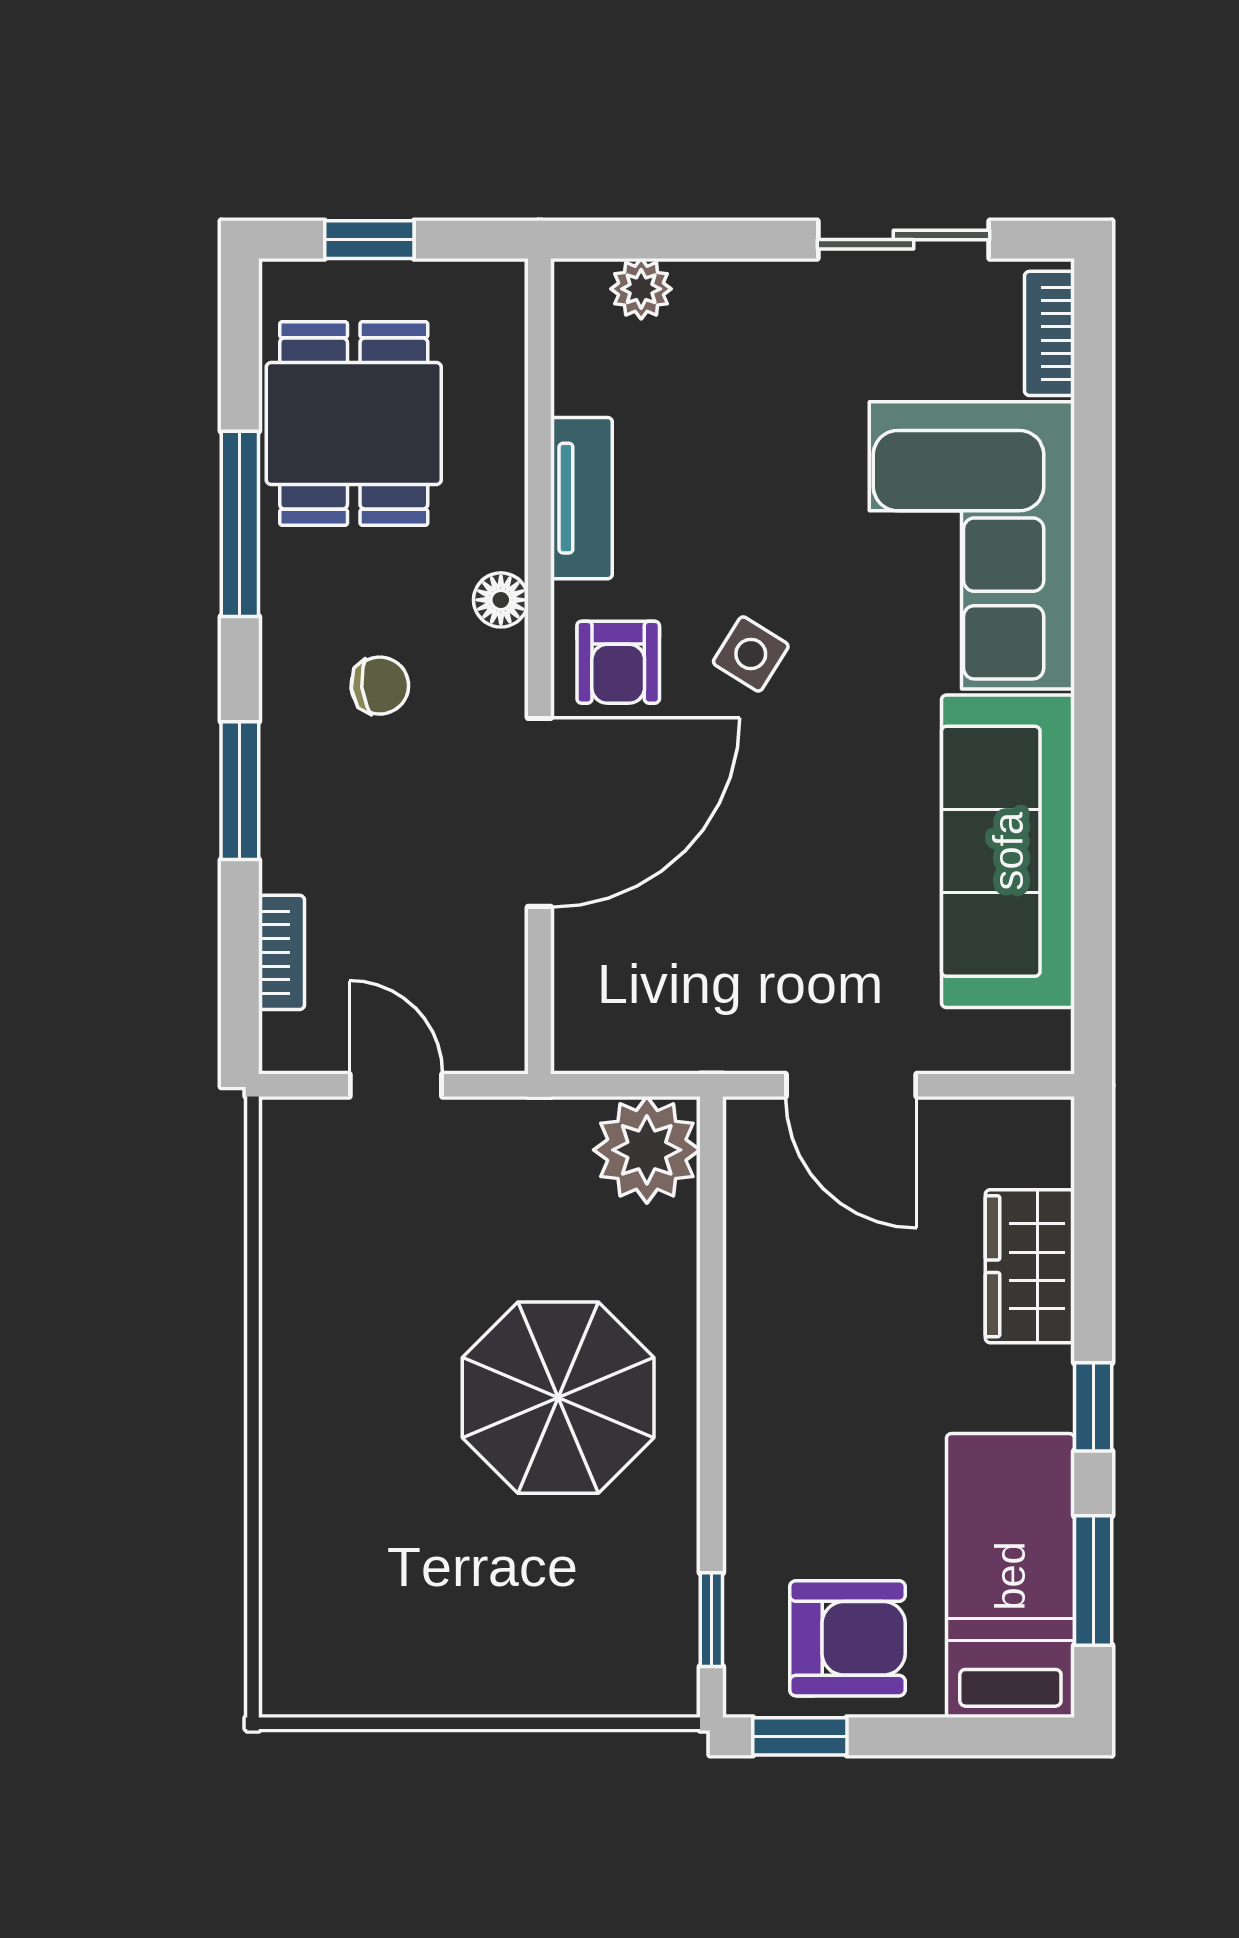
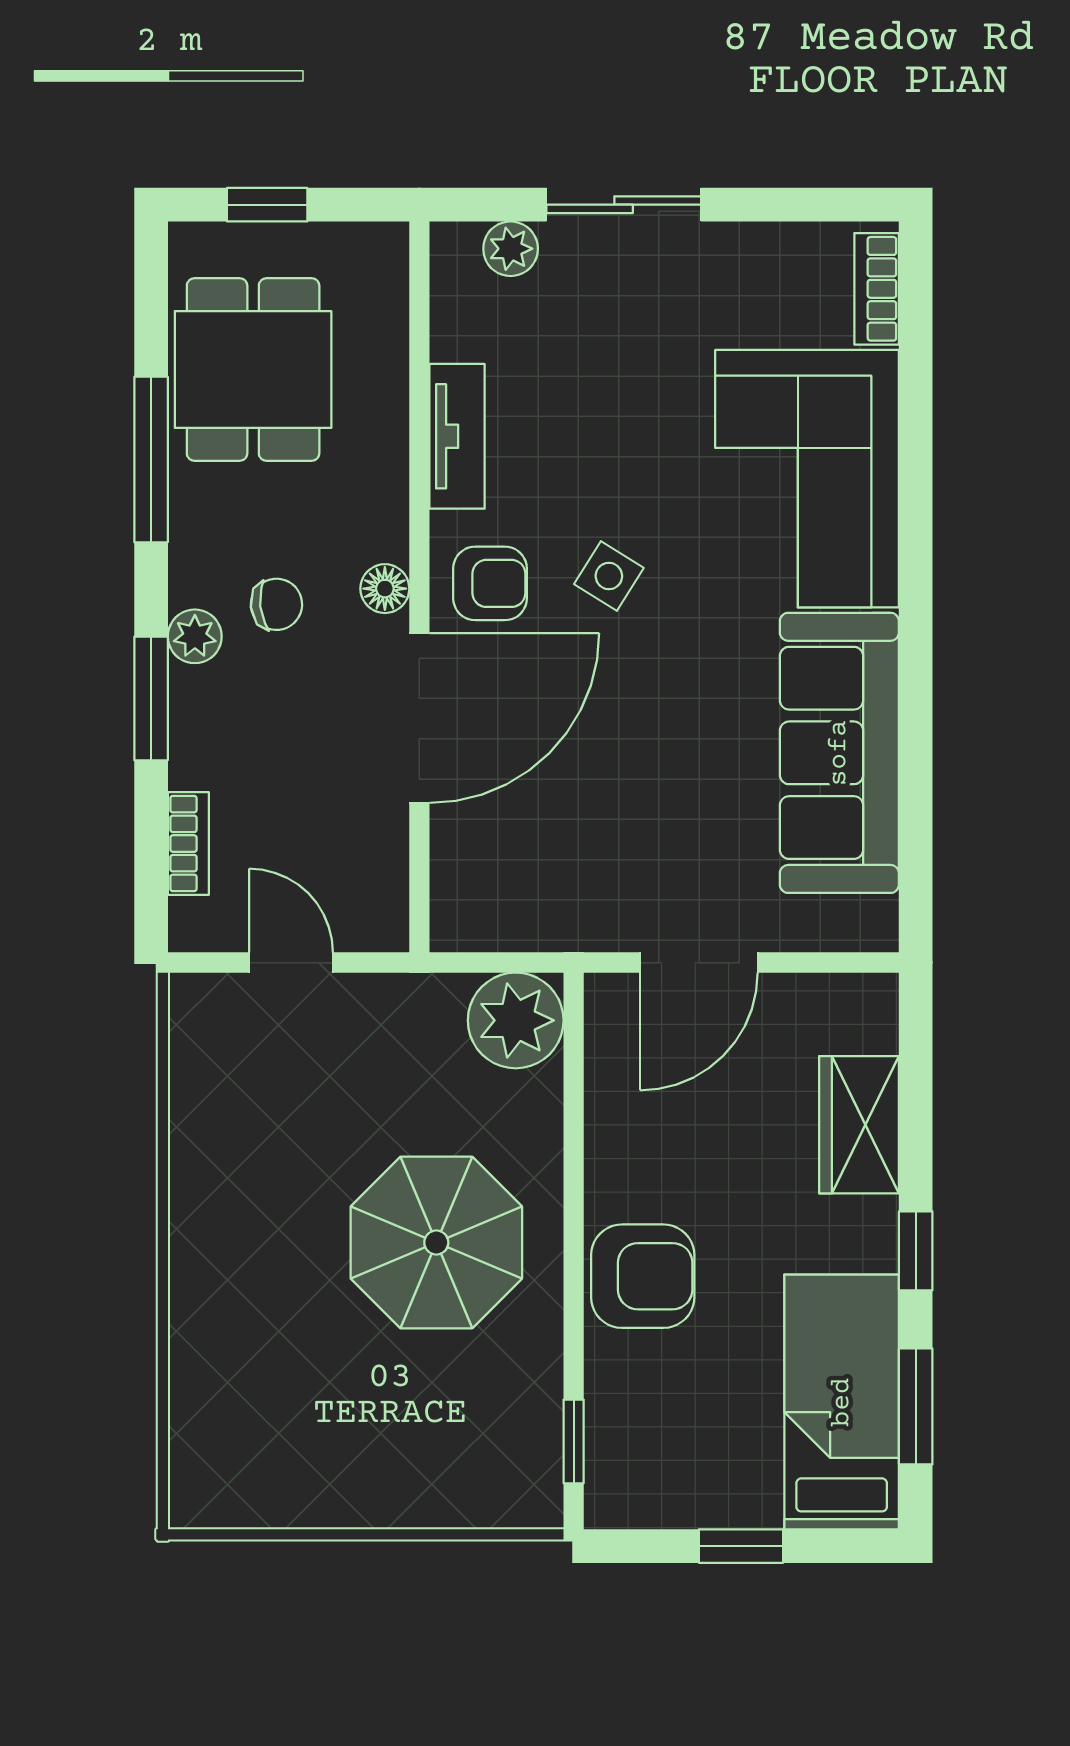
sliding door: (904, 240) -> (624, 205), moved
floor lamp: (501, 600) -> (385, 589), moved
armchair: (618, 662) -> (490, 583), turned -90
plant: (289, 721) -> (195, 636), added
door: (851, 1085) -> (699, 963), hinge flipped
armchair: (847, 1638) -> (643, 1276), moved
window: (800, 1736) -> (741, 1546), moved

